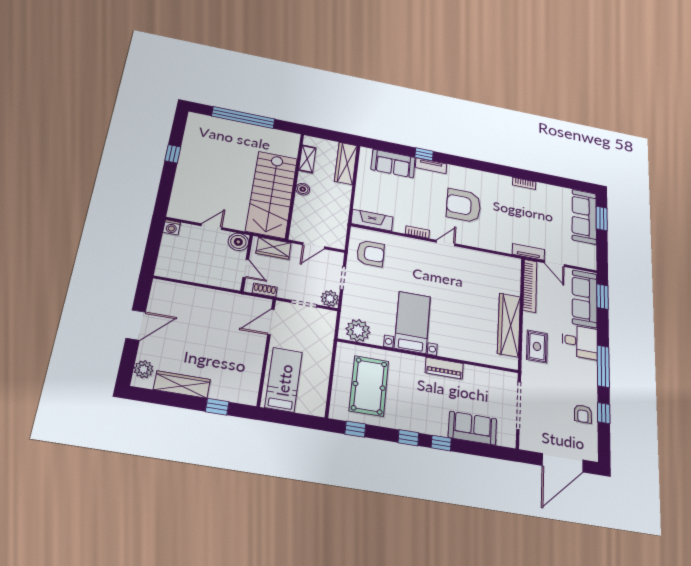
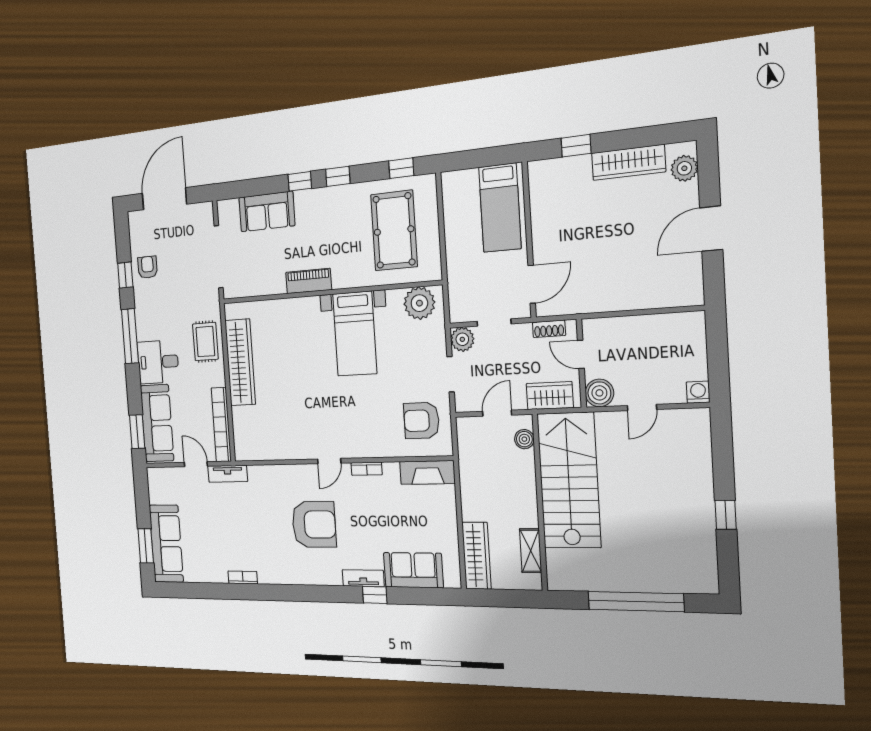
boiler: (303, 189) -> (524, 439), moved

